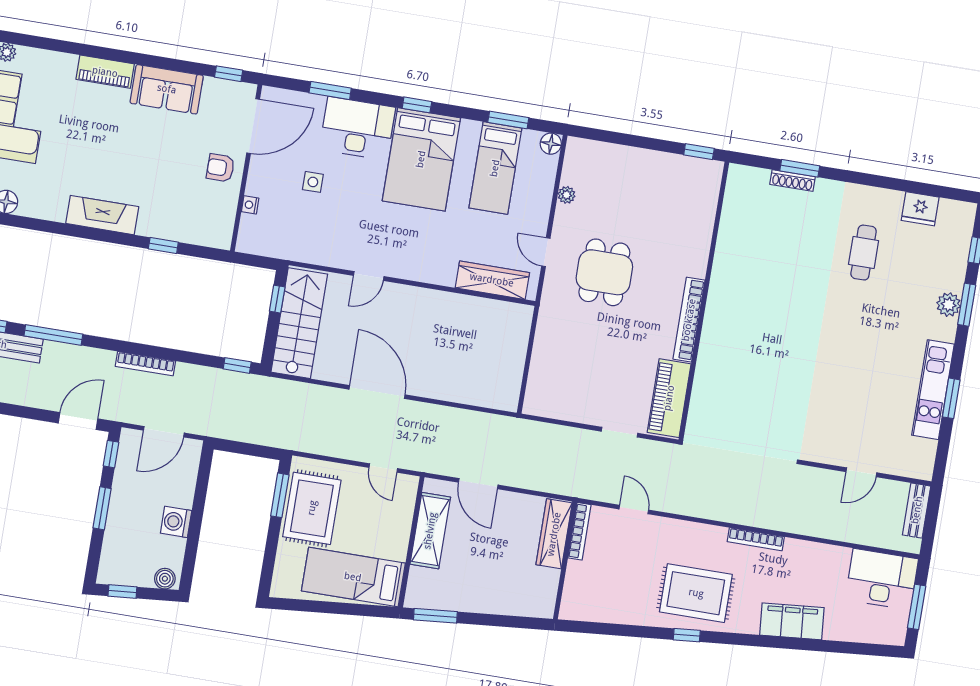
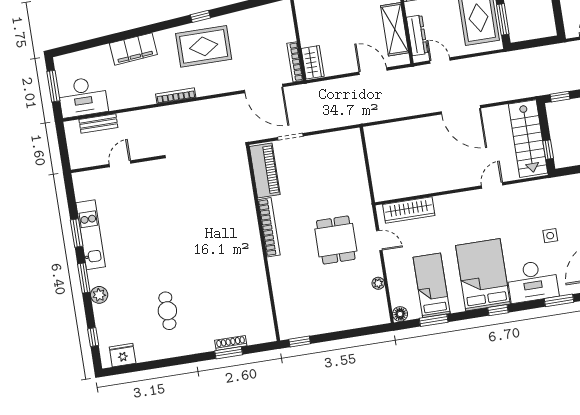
fridge: (920, 209) -> (123, 355), moved
window: (967, 305) -> (84, 278), moved
door: (634, 509) -> (264, 88), width x1.87
bench: (917, 510) -> (98, 123), moved, turned 90
dresser: (403, 512) -> (417, 35), added
wardrobe: (554, 534) -> (313, 62), width x0.67

